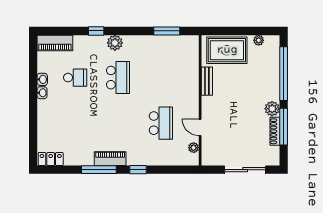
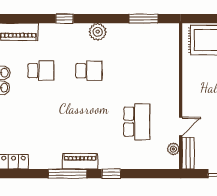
plant: (115, 43) -> (98, 32), moved
school desk: (118, 78) -> (89, 71), width x0.54
bench: (207, 81) -> (188, 153), moved
door: (200, 127) -> (181, 126), swing flipped

